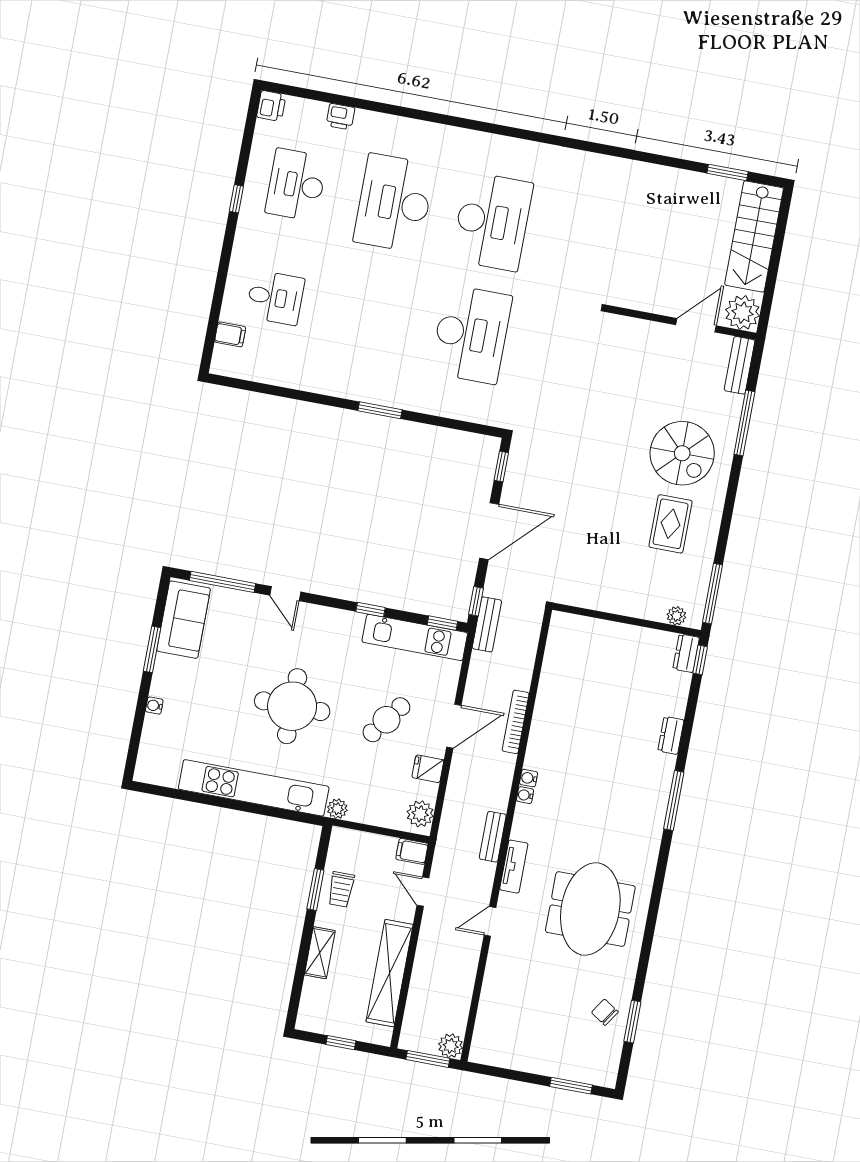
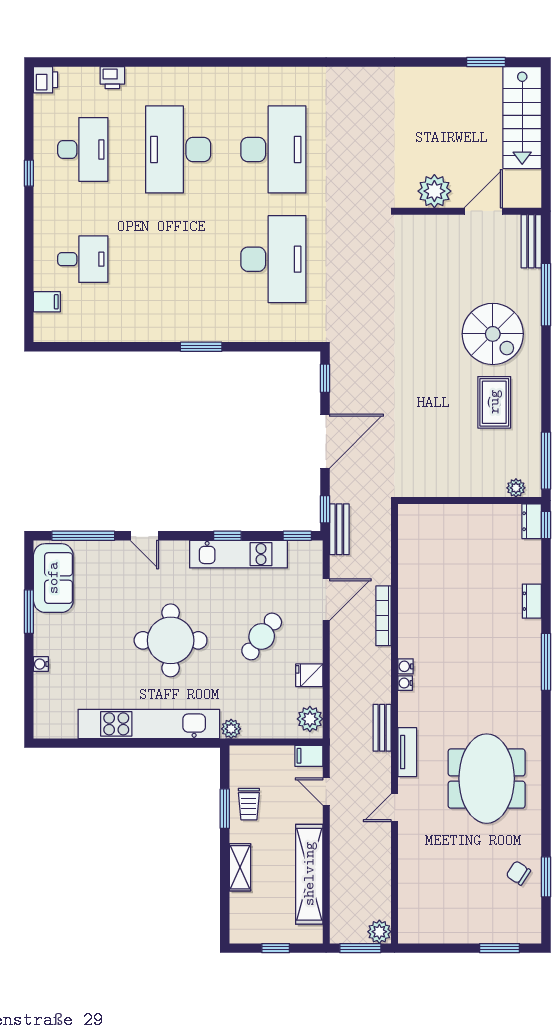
desk: (296, 185) -> (83, 149), turned 180
plant: (743, 313) -> (434, 191), moved
kitchen unit: (415, 637) -> (238, 554), moved
door: (454, 726) -> (326, 600), moved

